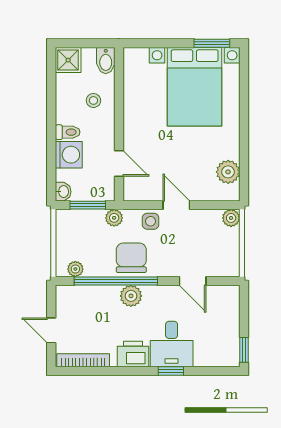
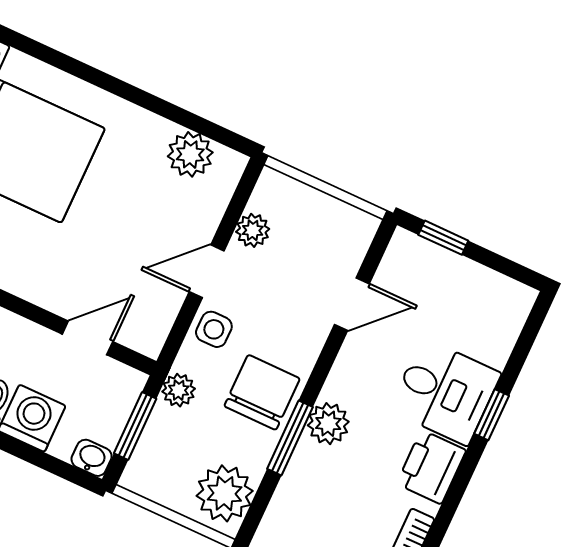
plant: (231, 218) -> (253, 230), moved
chair: (131, 258) -> (262, 392), turned 90
plant: (75, 269) -> (225, 493), width x1.88, depth x1.88
window: (116, 281) -> (290, 438), width x0.47
window: (244, 350) -> (443, 238), moved

